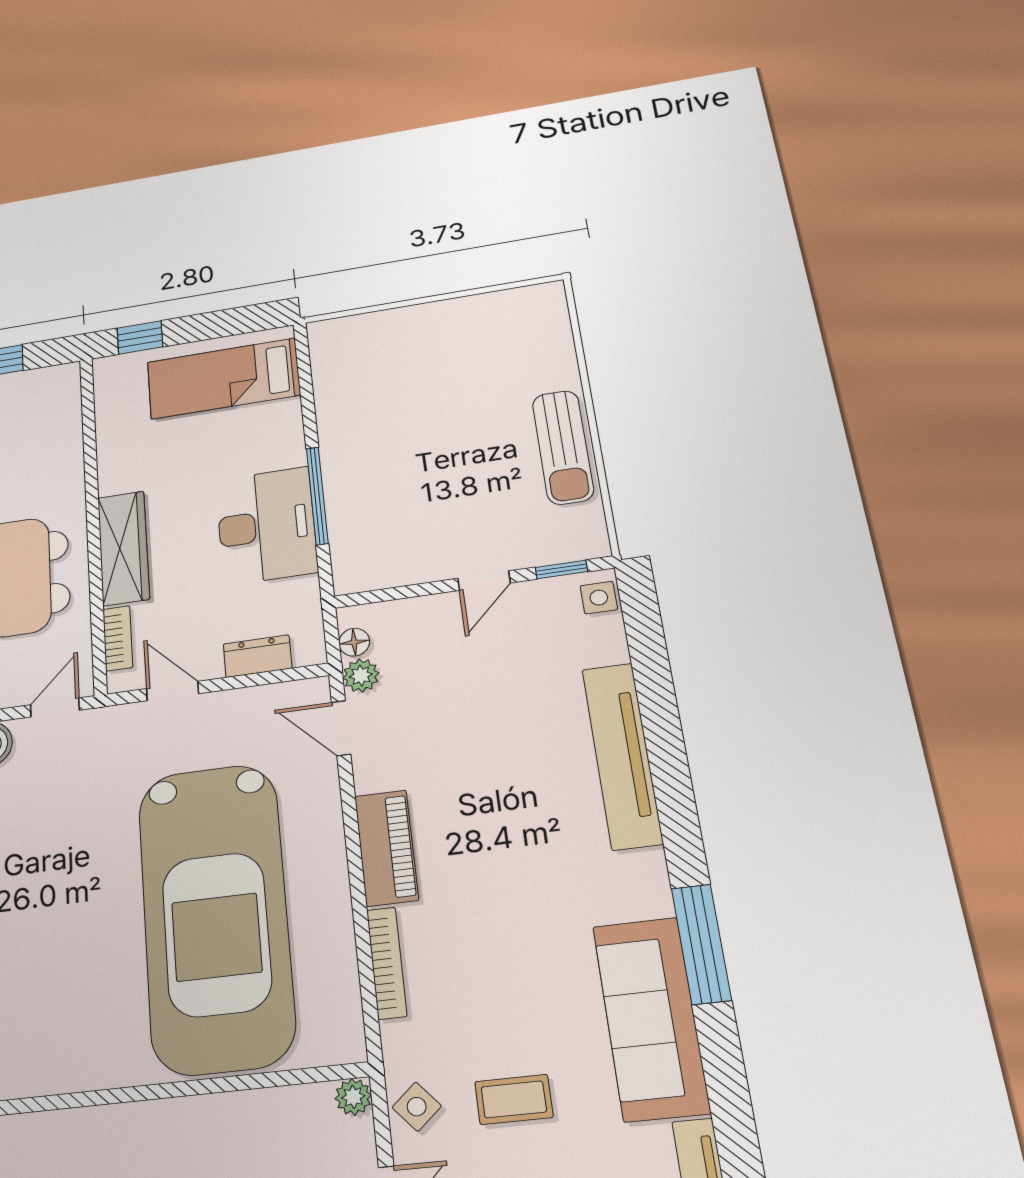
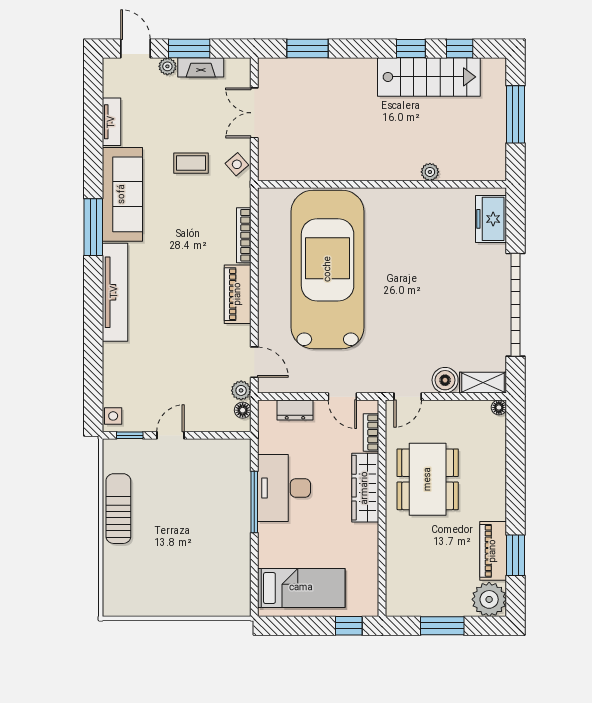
tv unit: (622, 755) -> (115, 292), moved
plant: (353, 1097) -> (430, 172), moved

